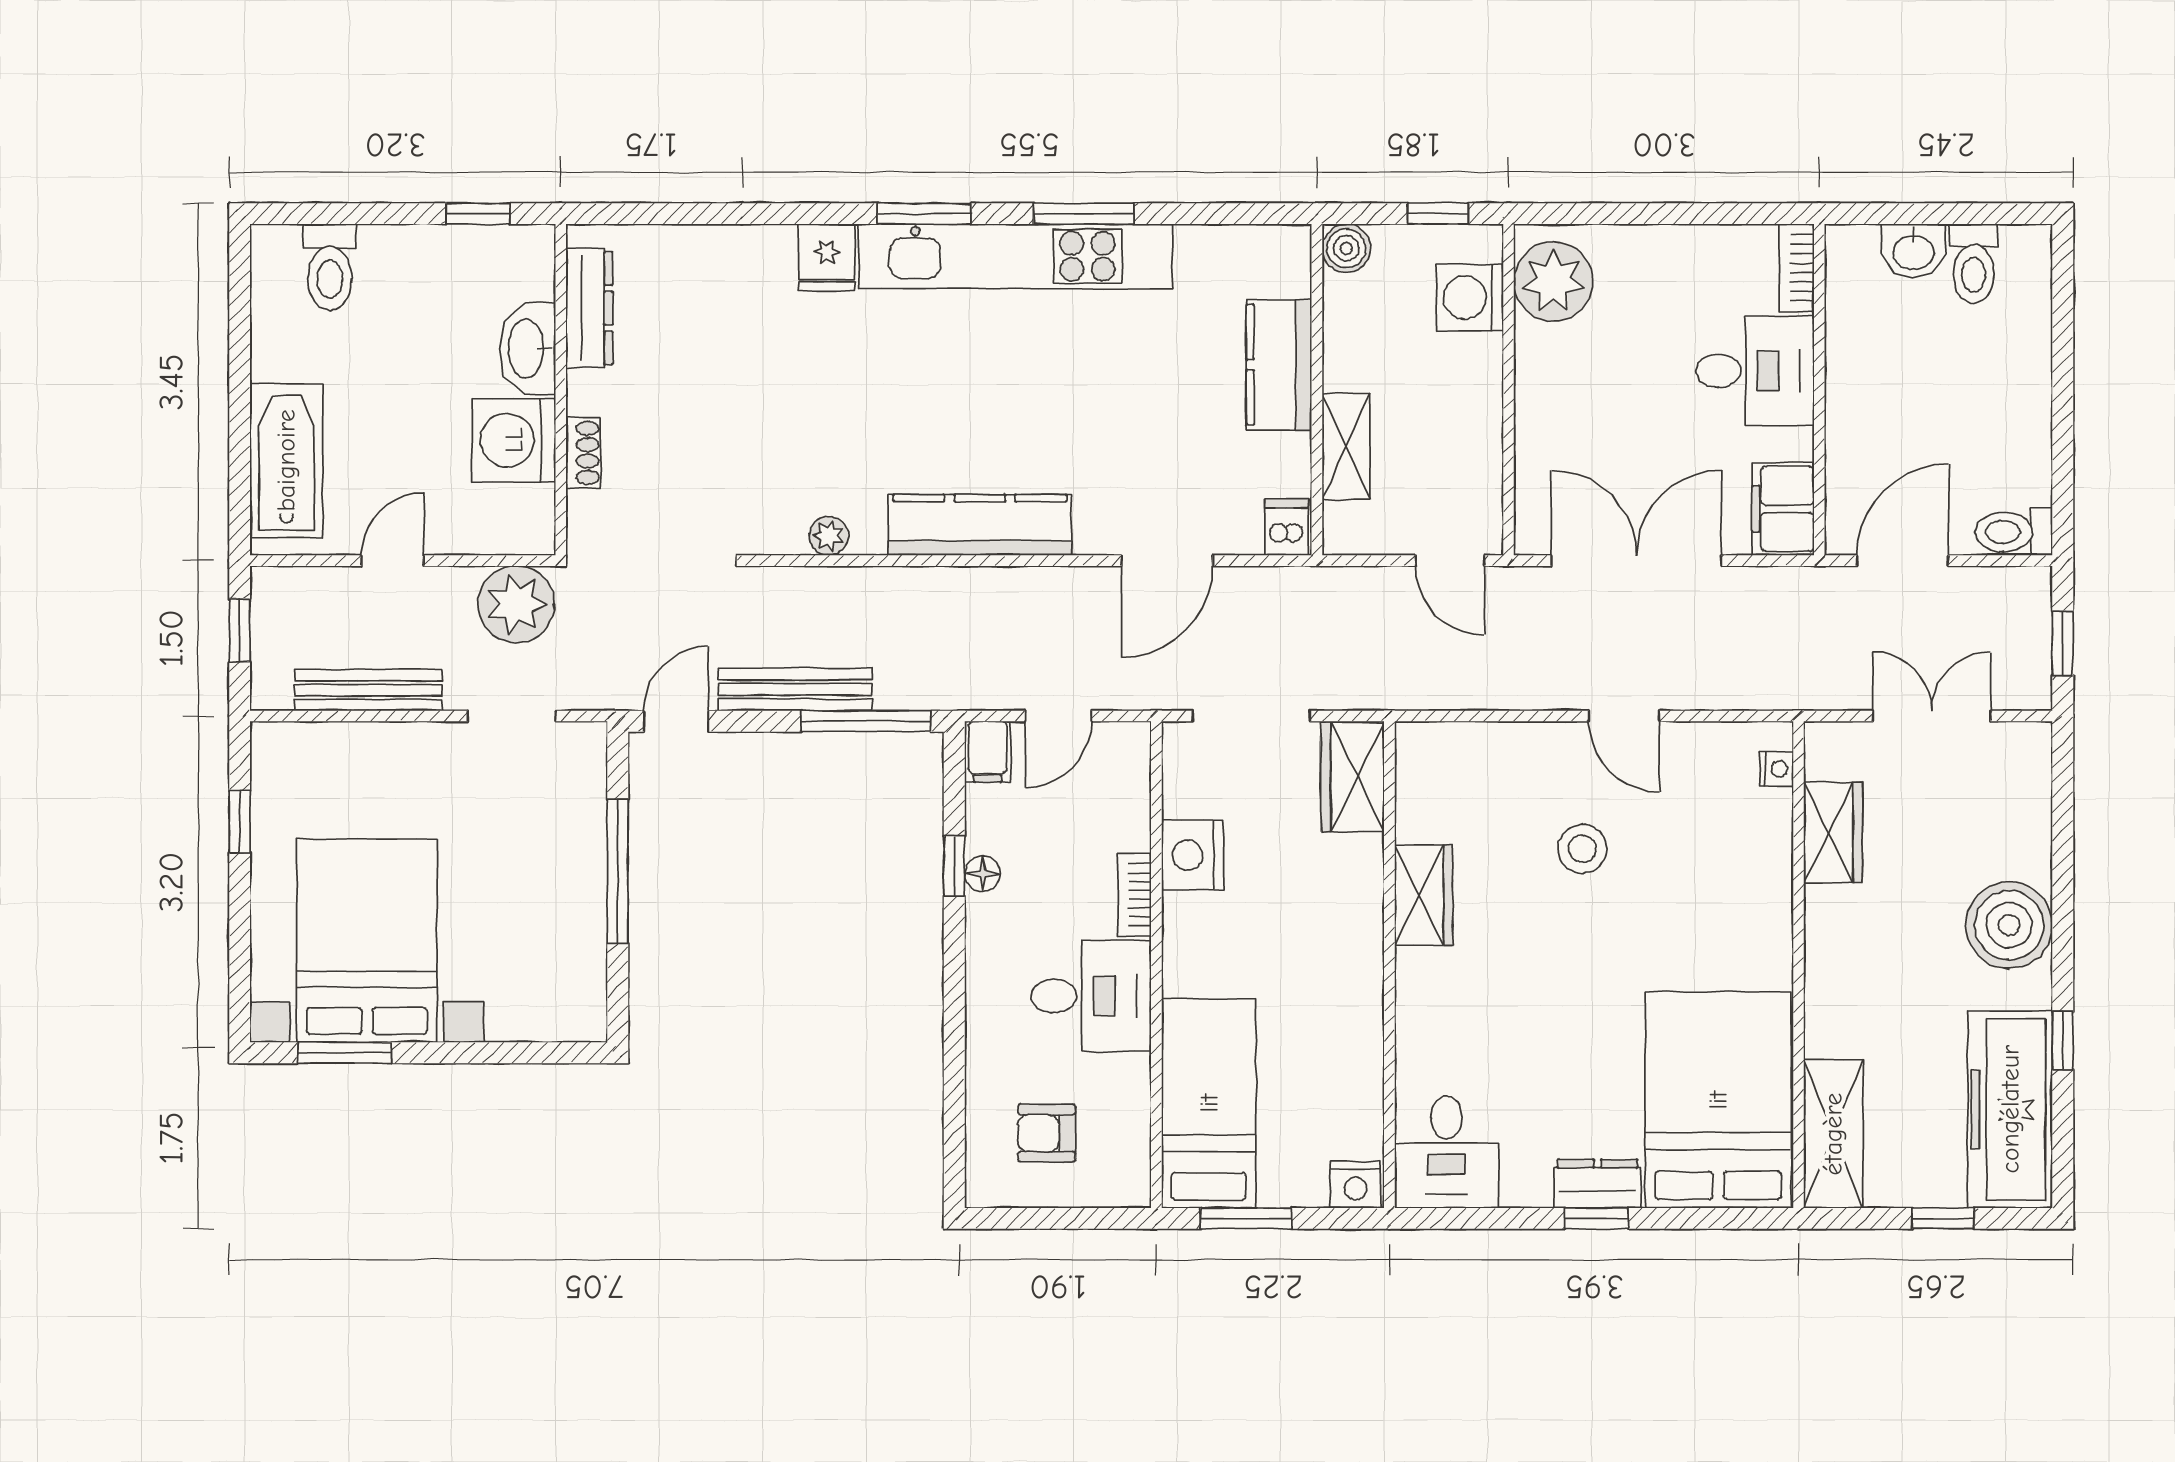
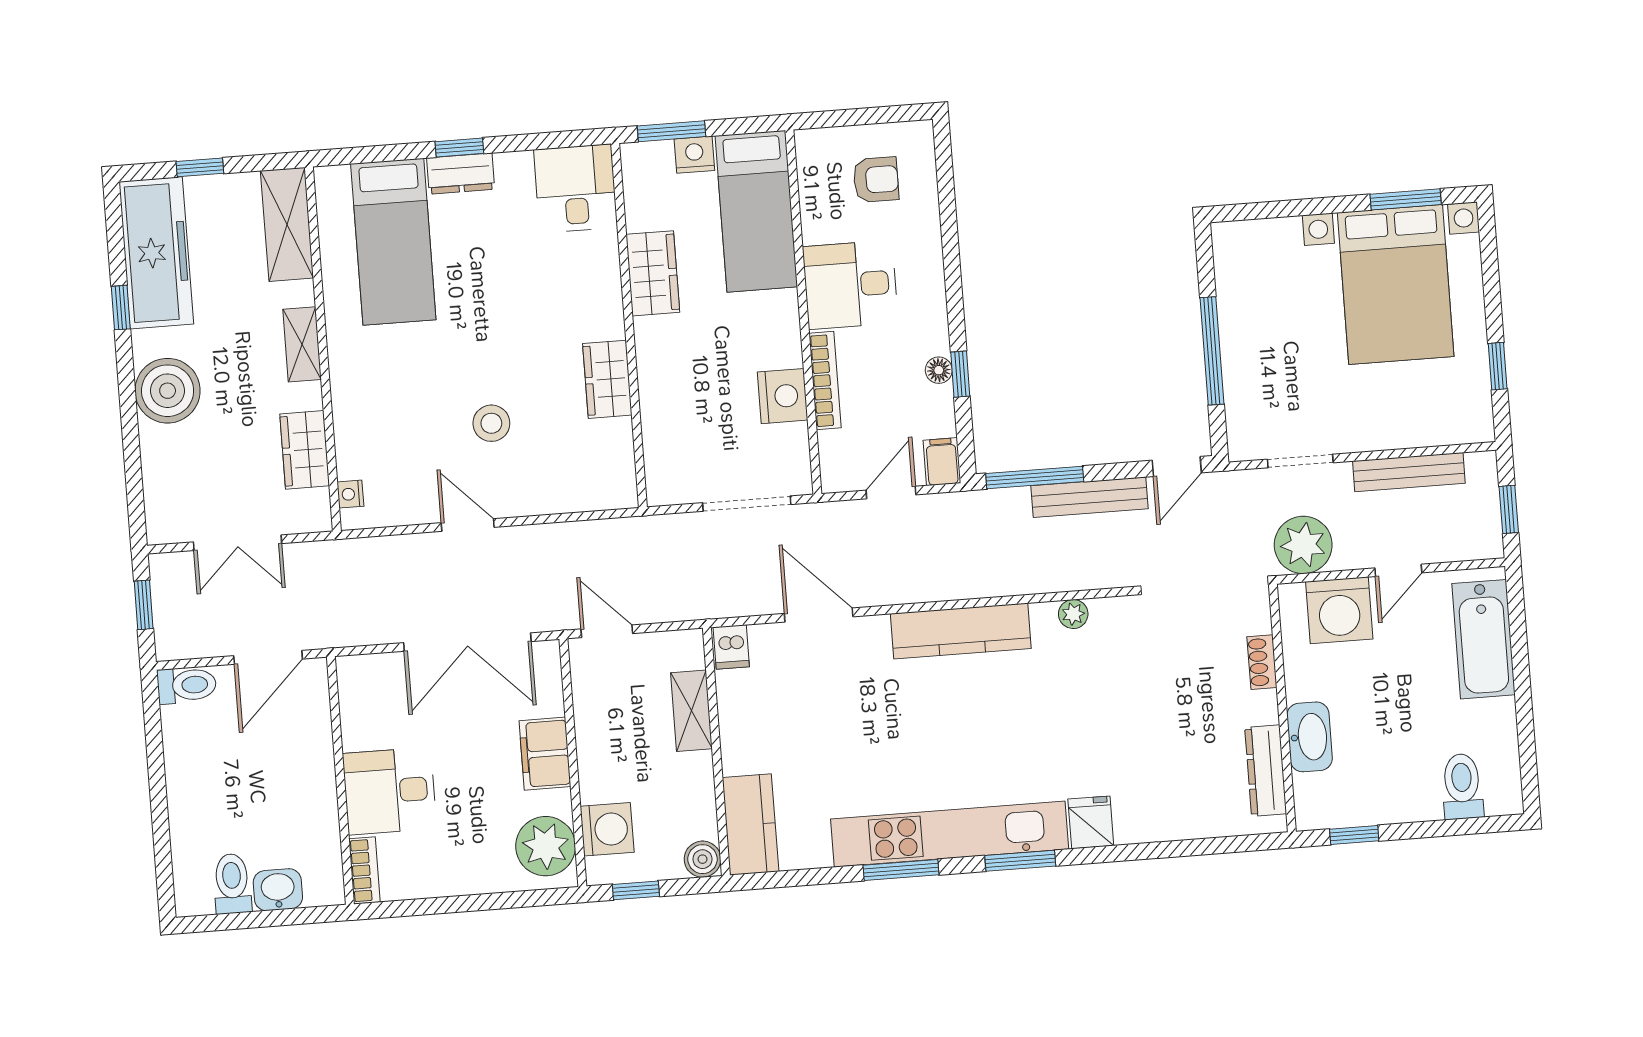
kitchen counter: (1279, 365) -> (751, 824), moved
washing machine: (514, 440) -> (1339, 610), moved, turned 90
filing cabinet: (1783, 509) -> (545, 754), moved, turned 180
door: (1167, 561) -> (819, 615), hinge flipped
wardrobe: (1352, 777) -> (653, 273), moved
bookcase: (1135, 895) -> (825, 381), width x1.56
shelving: (1826, 973) -> (302, 344), added
bed: (1718, 1100) -> (393, 242), width x0.67
nightstand: (1355, 1185) -> (694, 155), moved
window: (1246, 1218) -> (671, 131), moved

